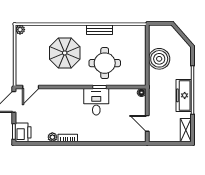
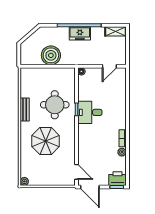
freezer: (184, 95) -> (80, 33), width x0.71

